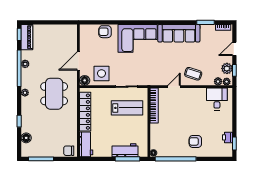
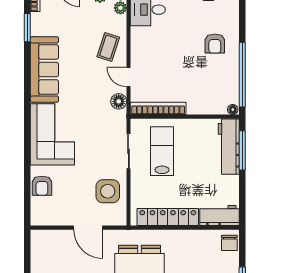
floor lamp: (85, 80) -> (119, 101), moved
workbench: (125, 150) -> (229, 147), width x1.38

